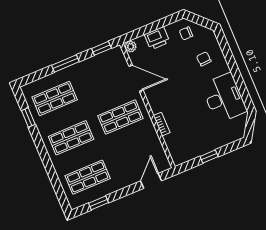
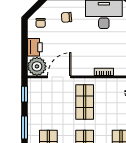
plant: (131, 46) -> (37, 66), width x1.87, depth x1.87

